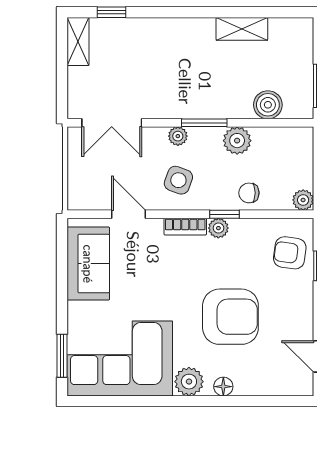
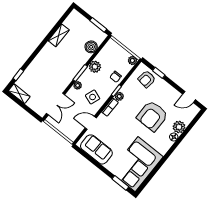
armchair: (230, 317) -> (152, 116), turned 180
plant: (189, 382) -> (179, 127), moved

